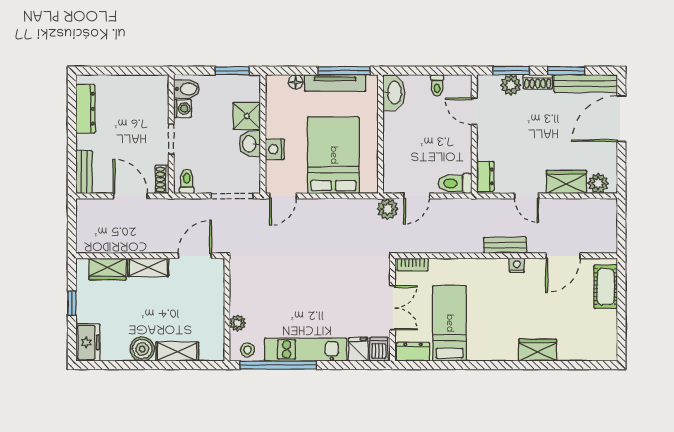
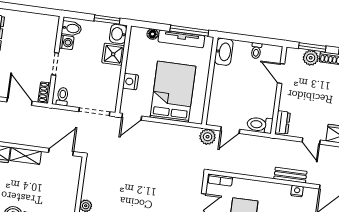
washbasin: (250, 144) -> (118, 34), moved

